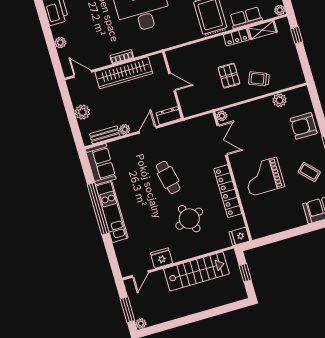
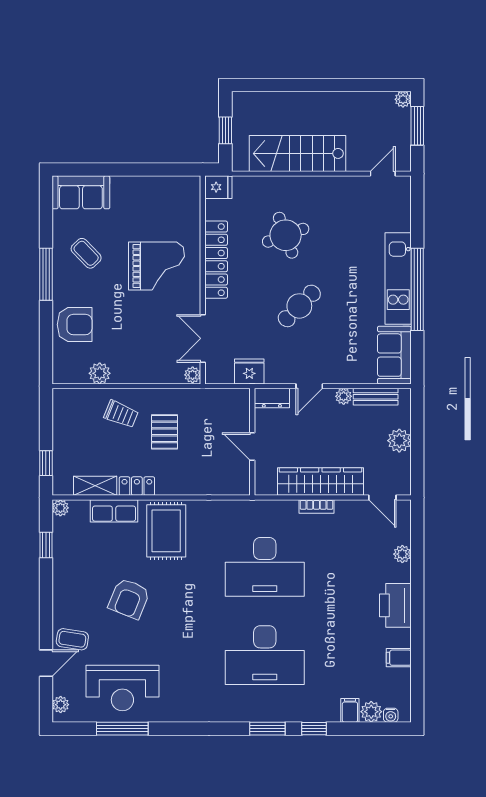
cafe table: (168, 177) -> (299, 306), turned 57
fridge: (162, 258) -> (249, 371), moved, turned 180

